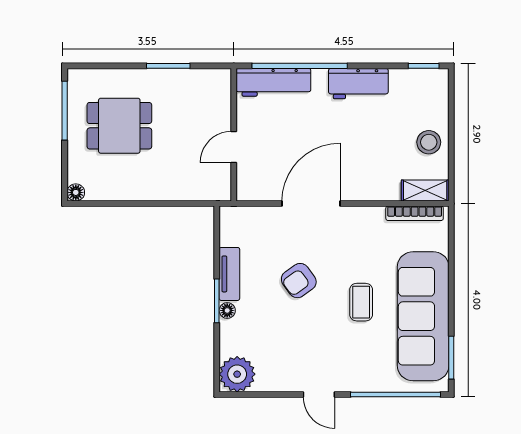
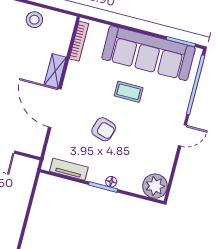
shelving: (425, 191) -> (55, 71), moved
tv unit: (229, 274) -> (69, 169), moved
armchair: (299, 281) -> (104, 129), turned -37

